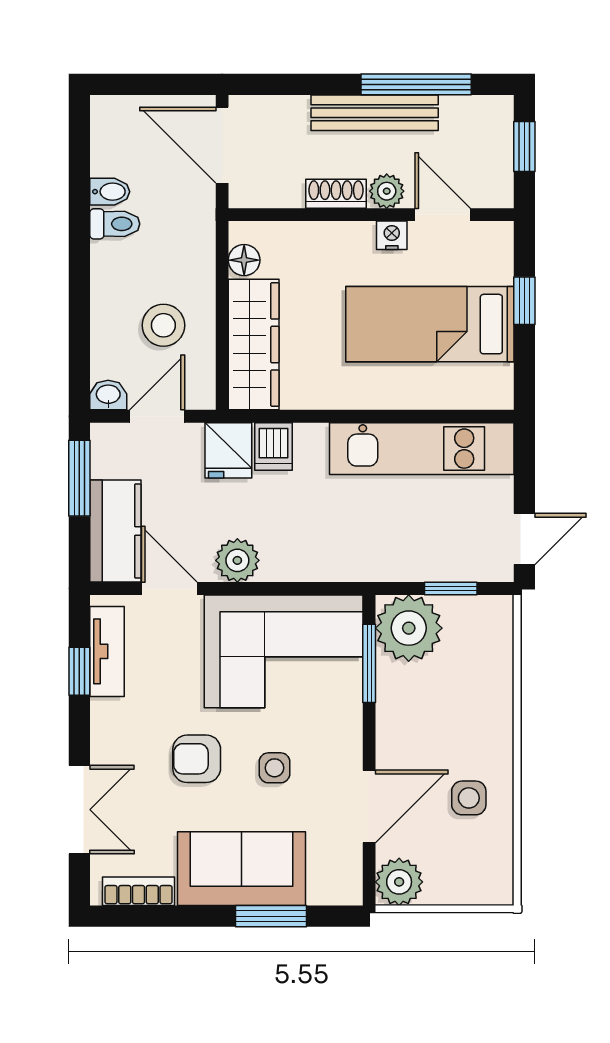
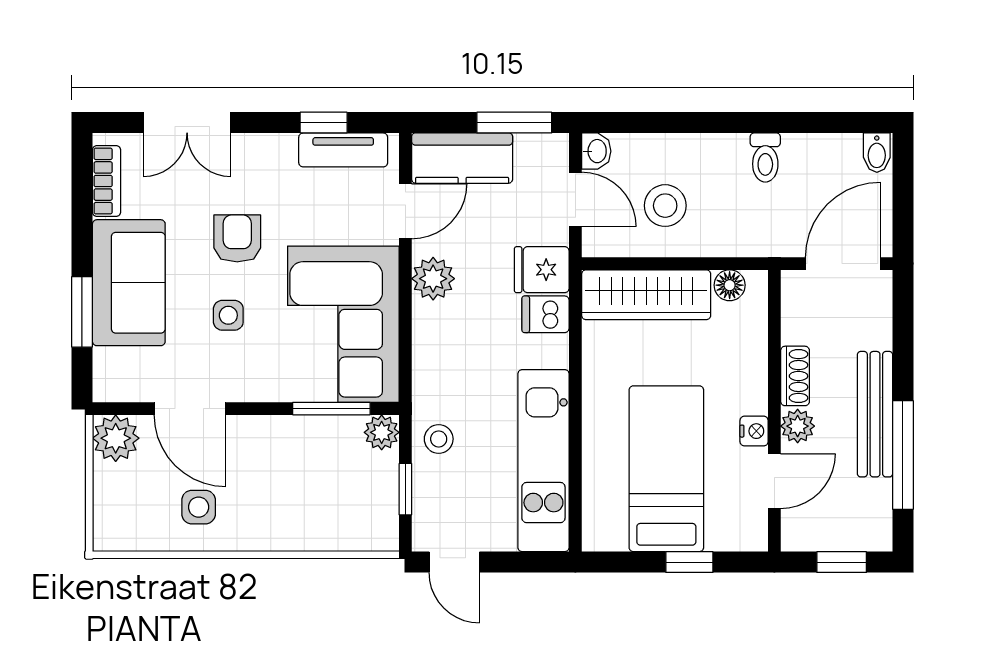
bidet: (110, 192) -> (877, 153), moved
stool: (400, 555) -> (439, 439), added
plant: (409, 628) -> (382, 432), width x0.53, depth x0.53

